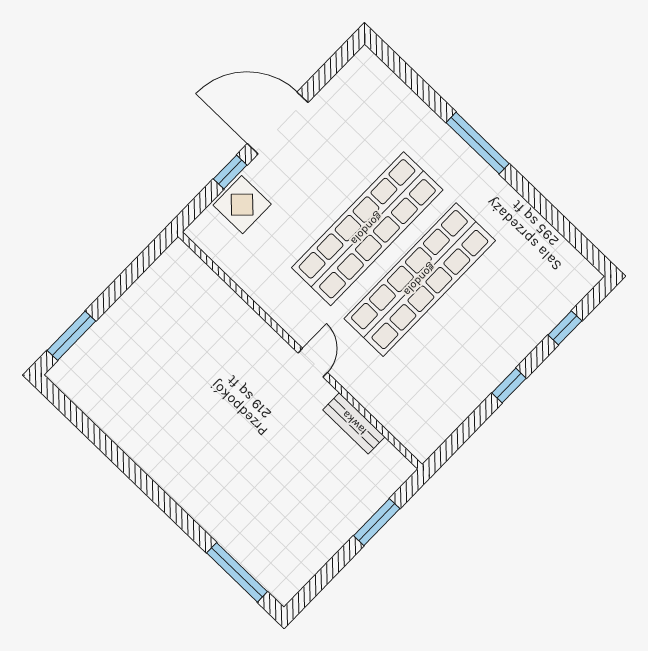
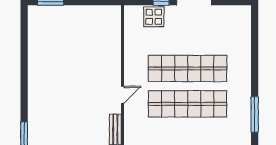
window: (478, 143) -> (255, 115), moved

